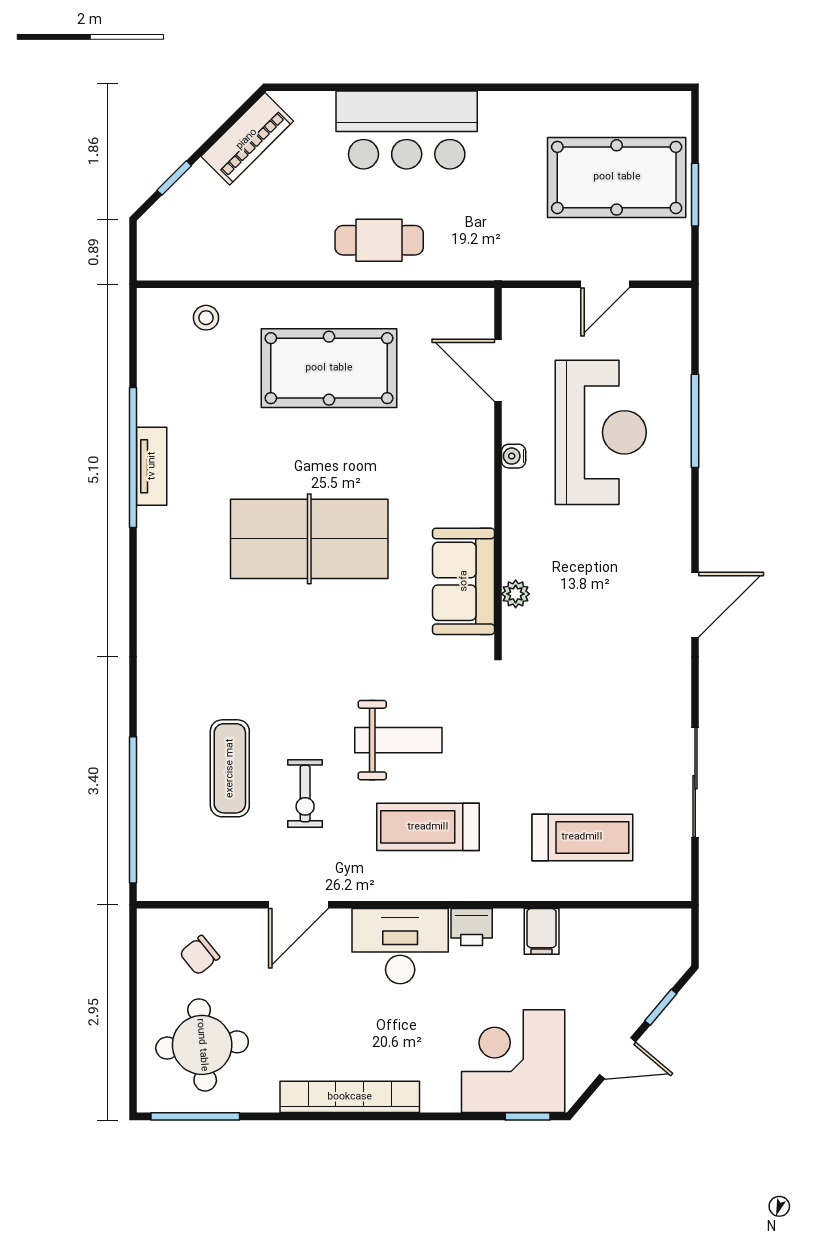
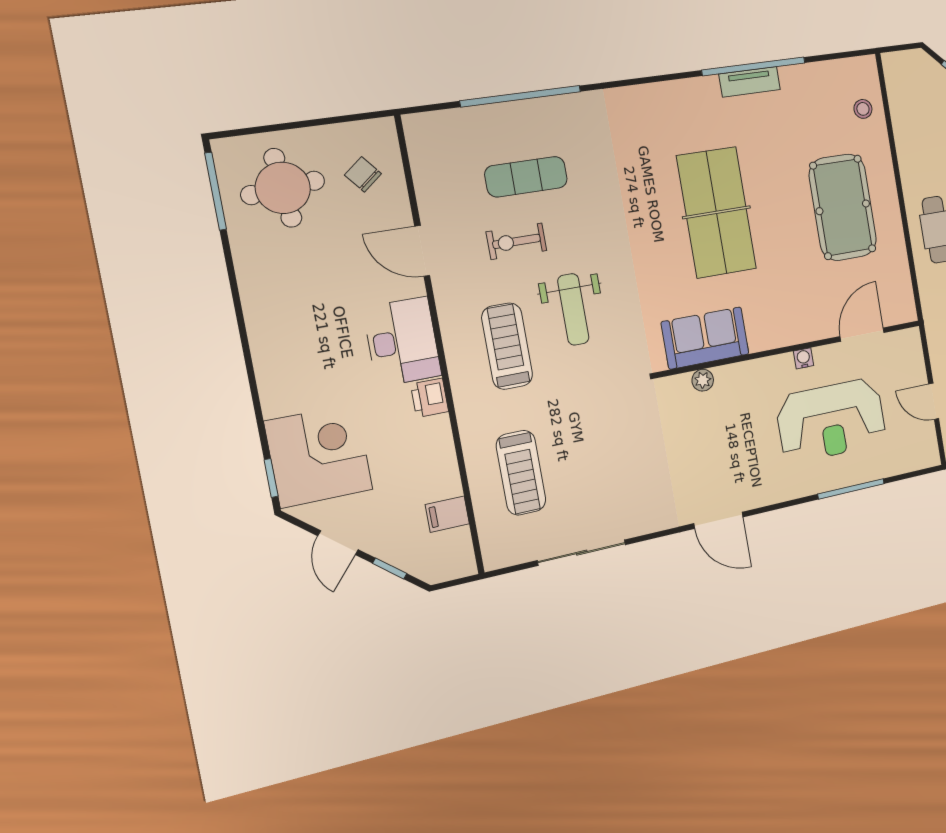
window: (133, 810) -> (521, 96), moved
filing cabinet: (542, 931) -> (447, 514), moved
bookcase: (350, 1097) -> (260, 322), removed

